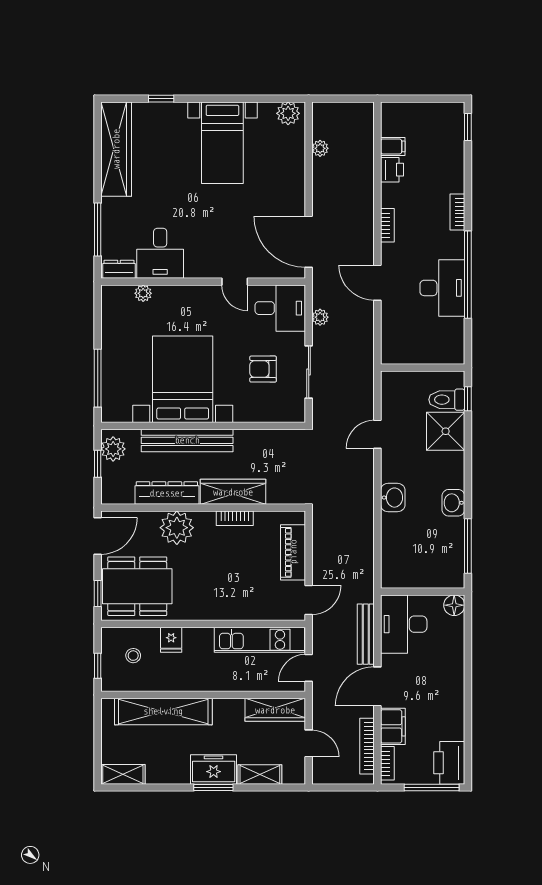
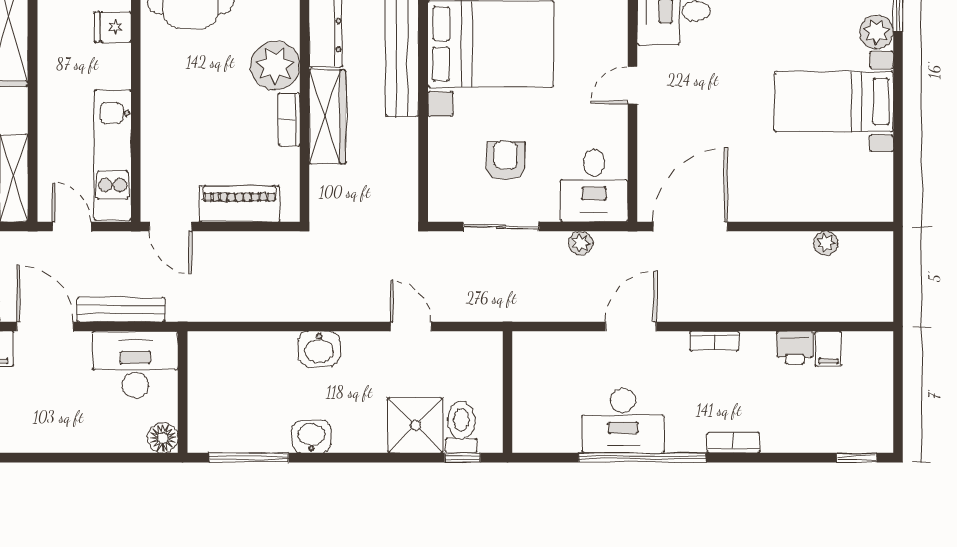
plant: (288, 113) -> (876, 32), moved
door: (235, 282) -> (632, 85), moved
plant: (177, 528) -> (275, 66), moved

